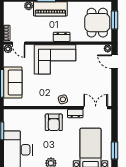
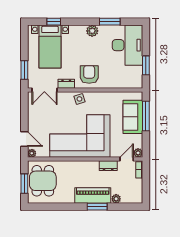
dresser: (62, 37) -> (108, 166), moved
door: (19, 43) -> (127, 159), hinge flipped
corner sofa: (55, 59) -> (80, 136), width x1.36, depth x1.36
window: (114, 150) -> (24, 70), moved

